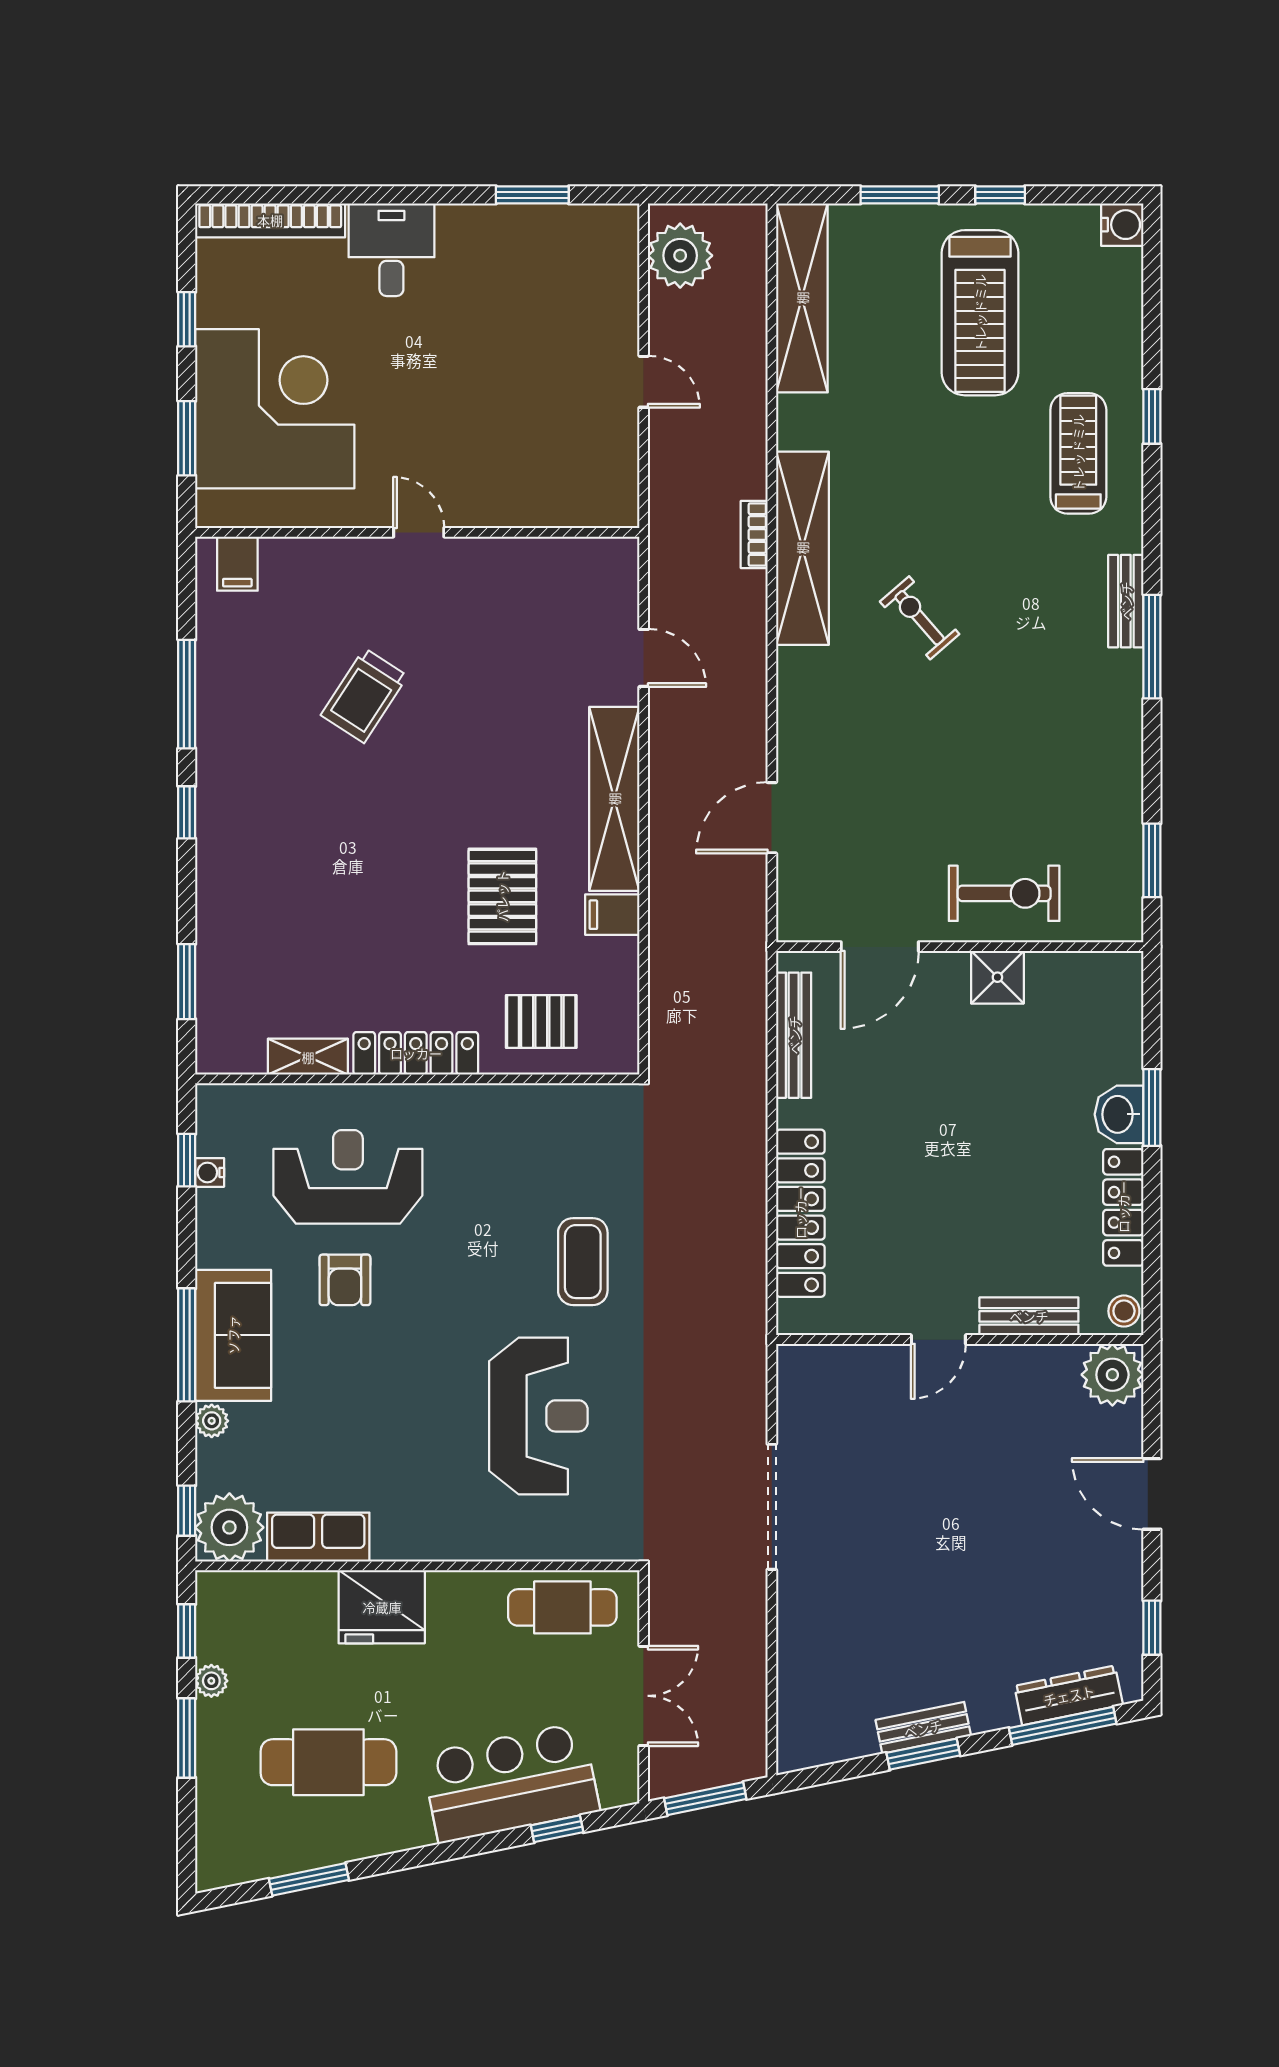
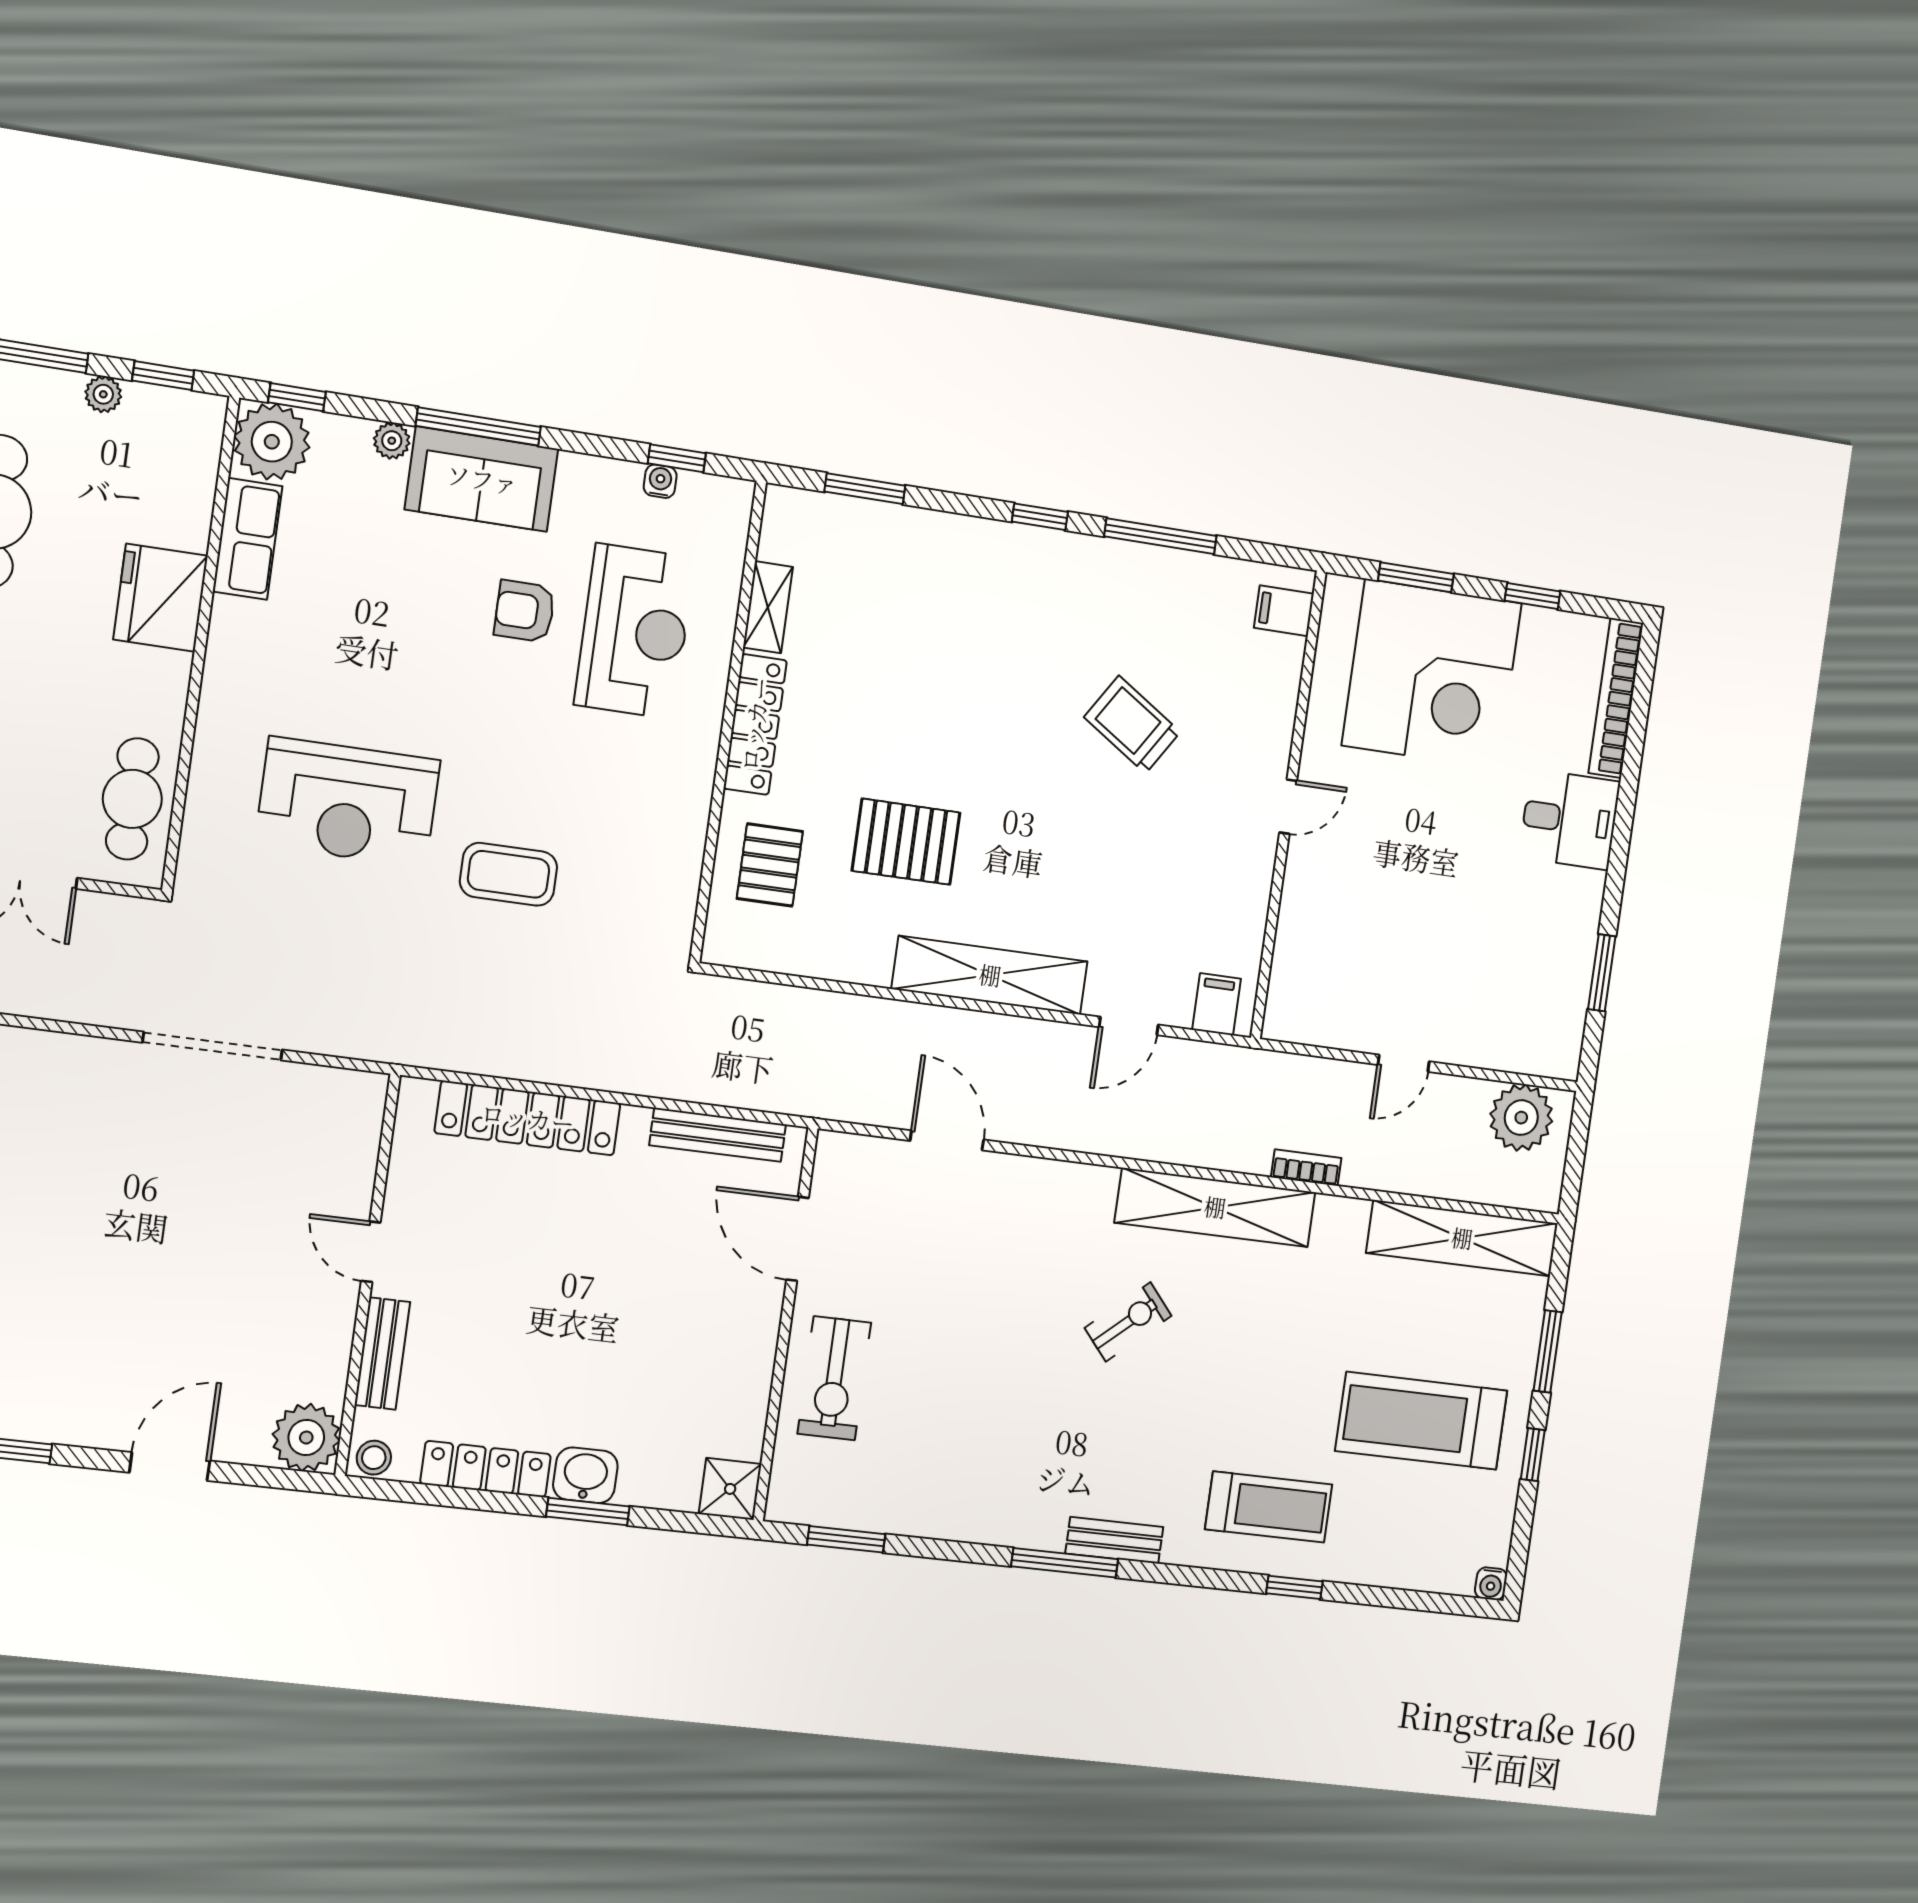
water cooler: (1122, 225) -> (1491, 1584), width x0.72, depth x0.72
bookcase: (754, 535) -> (1306, 1168), moved
filing cabinet: (612, 915) -> (1217, 1004), moved
shower: (997, 977) -> (730, 1489), moved

